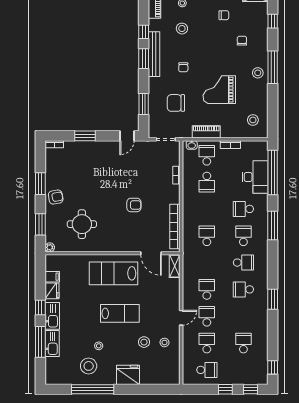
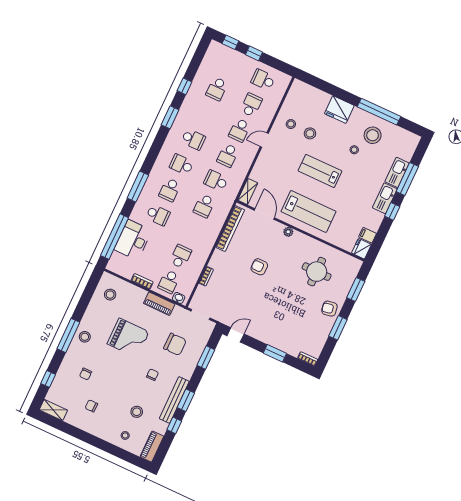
plant: (50, 247) -> (288, 232), moved
school desk: (207, 263) -> (216, 181), added
fridge: (52, 291) -> (362, 249), moved
school desk: (207, 343) -> (251, 105), turned 180
window: (273, 367) -> (185, 86), moved

